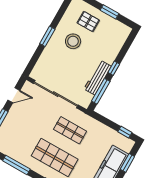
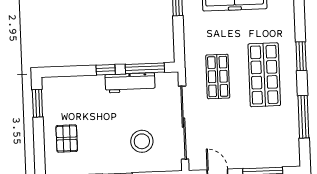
window: (110, 12) -> (37, 103), moved
stool: (73, 41) -> (142, 141), moved

